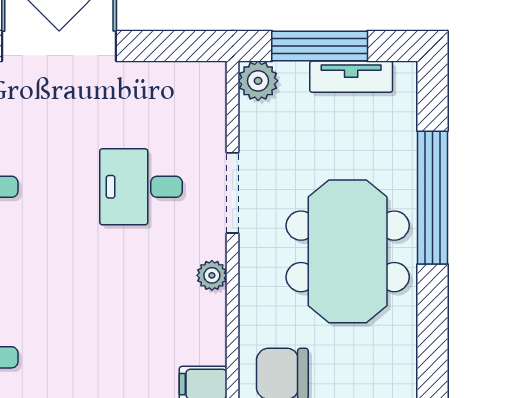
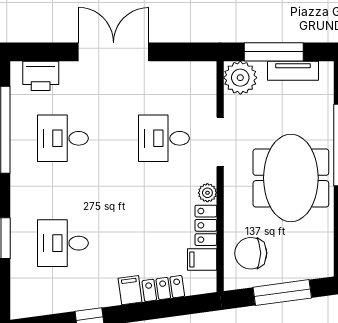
plant: (258, 81) -> (240, 78), width x1.36, depth x1.36
locker: (209, 328) -> (206, 225), added

